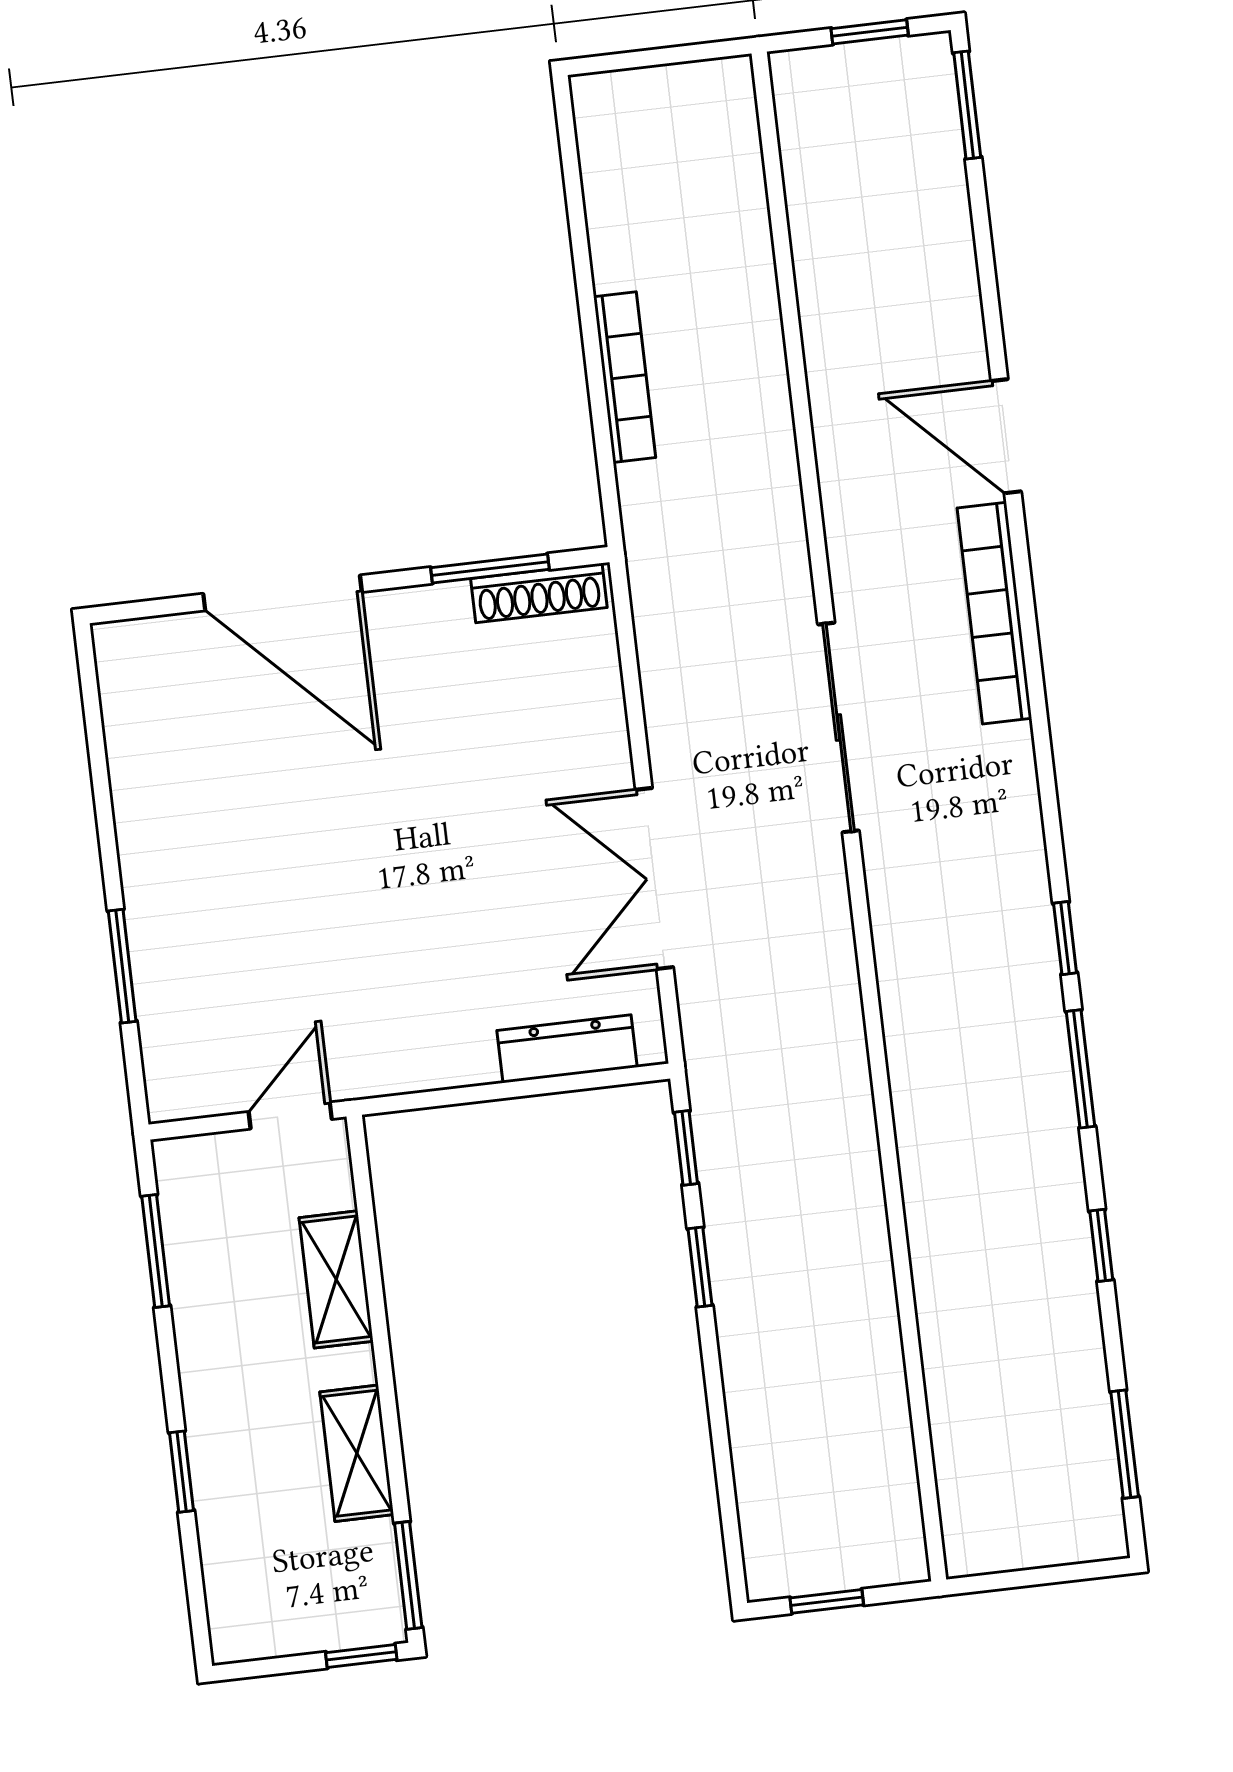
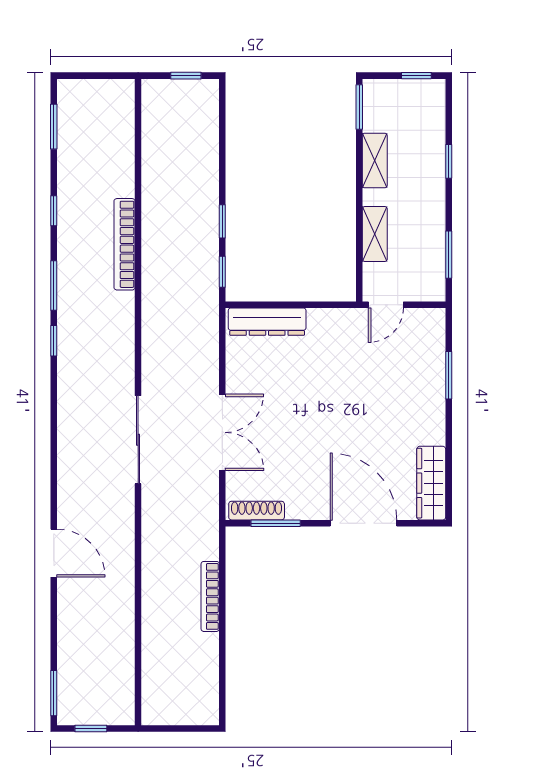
bookcase: (994, 613) -> (125, 244), moved, turned 180
wardrobe: (133, 706) -> (431, 483), added
double door: (654, 879) -> (222, 432), moved
dresser: (567, 1049) -> (267, 322), width x1.37, depth x1.24
window: (361, 1656) -> (416, 76), moved

